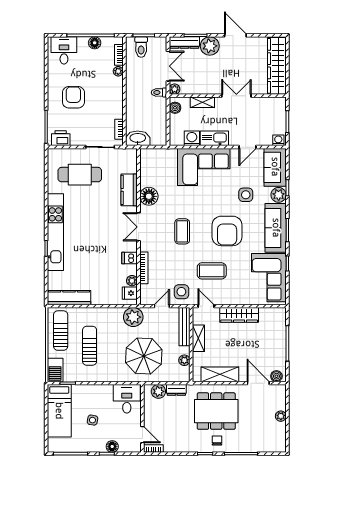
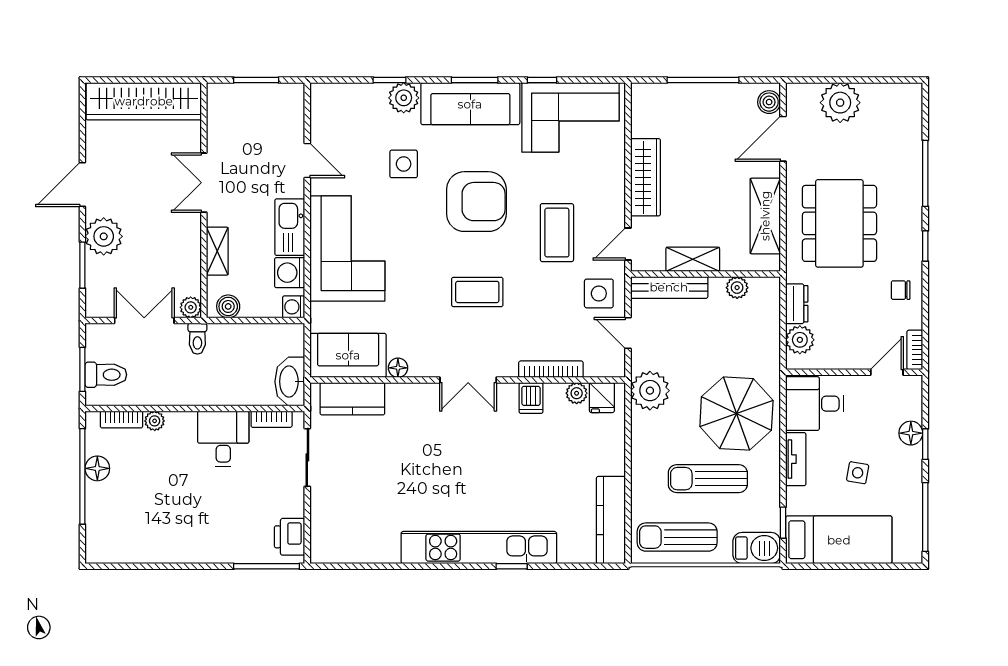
dresser: (184, 43) -> (97, 288), removed
desk: (64, 50) -> (223, 439), moved, turned 90
armchair: (73, 97) -> (207, 511), removed
washing machine: (278, 140) -> (294, 307), moved
sofa: (275, 167) -> (348, 355), moved, turned 180
cafe table: (80, 175) -> (363, 498), removed
kitchen counter: (129, 190) -> (352, 399), moved
floor lamp: (149, 196) -> (398, 368), width x0.53, depth x0.53
parasol: (144, 356) -> (736, 414), moved
tv unit: (99, 389) -> (796, 459), added
plant: (281, 416) -> (840, 103), width x1.88, depth x1.88
chair: (217, 441) -> (901, 290), moved

